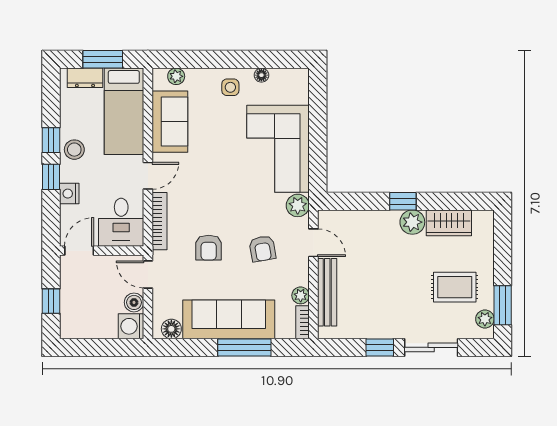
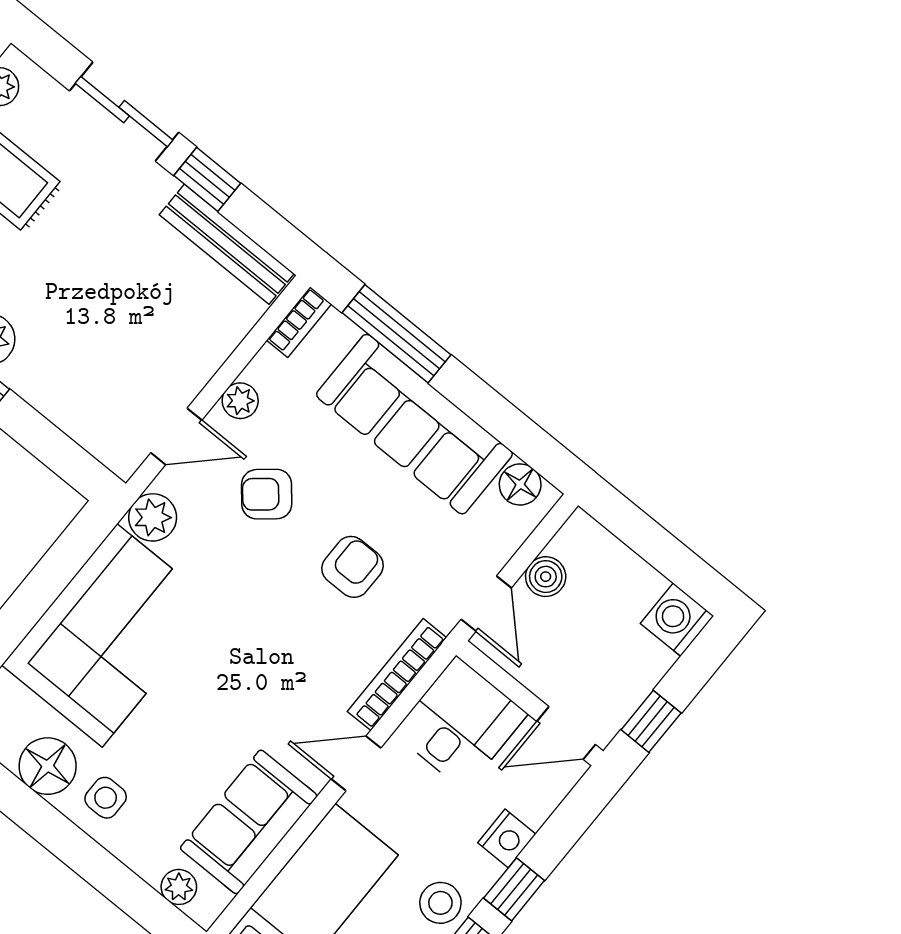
floor lamp: (261, 75) -> (48, 766), width x1.89, depth x1.89
door: (313, 243) -> (176, 436), swing flipped
armchair: (262, 249) -> (267, 494), turned -120
bench: (327, 292) -> (227, 244), moved, turned 90
plant: (301, 295) -> (240, 401), moved
window: (51, 301) -> (651, 721), moved
washing machine: (131, 326) -> (677, 620), moved, turned 180
window: (244, 347) -> (396, 334), moved

